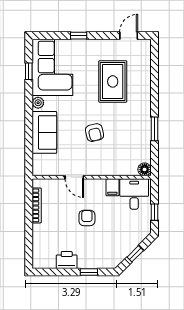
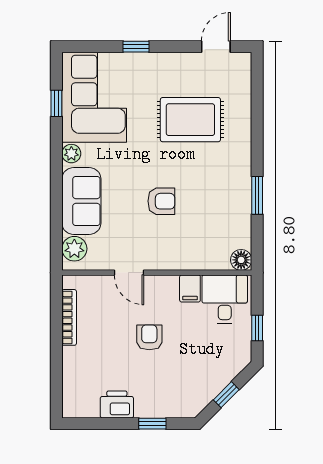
rug: (113, 81) -> (190, 120), turned 90
armchair: (95, 133) -> (161, 201), turned -77
plant: (40, 162) -> (74, 249), added

